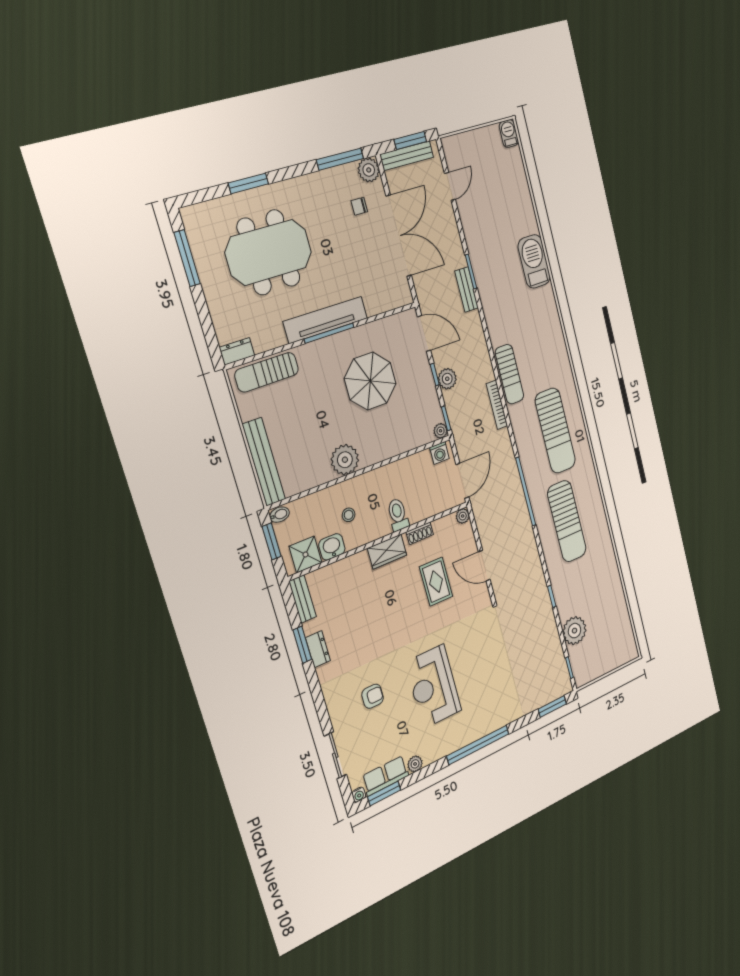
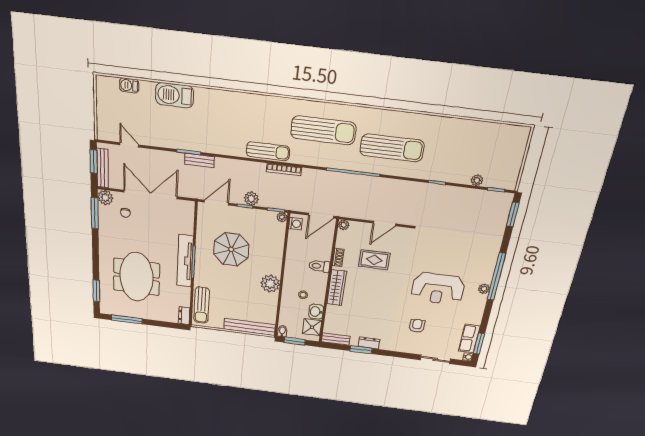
barbecue: (509, 134) -> (129, 85), moved
window: (248, 183) -> (96, 291), moved
barbecue: (534, 261) -> (175, 95), moved
door: (462, 481) -> (321, 216), swing flipped
wardrobe: (387, 552) -> (337, 288), width x1.50
plant: (574, 631) -> (477, 180), width x0.53, depth x0.53
plant: (415, 764) -> (484, 289), moved

